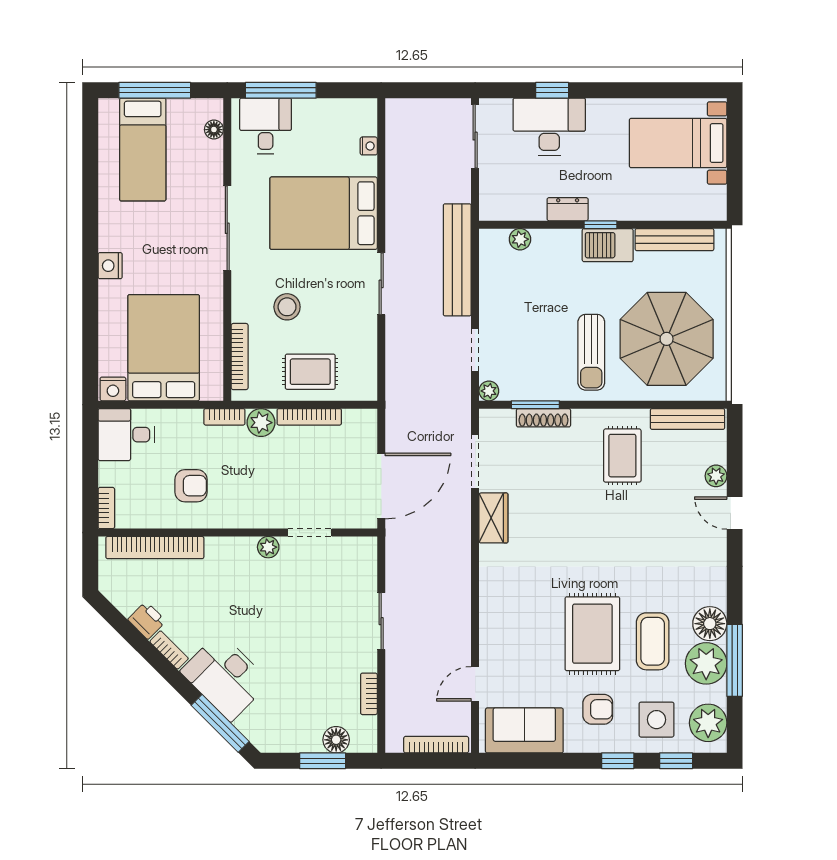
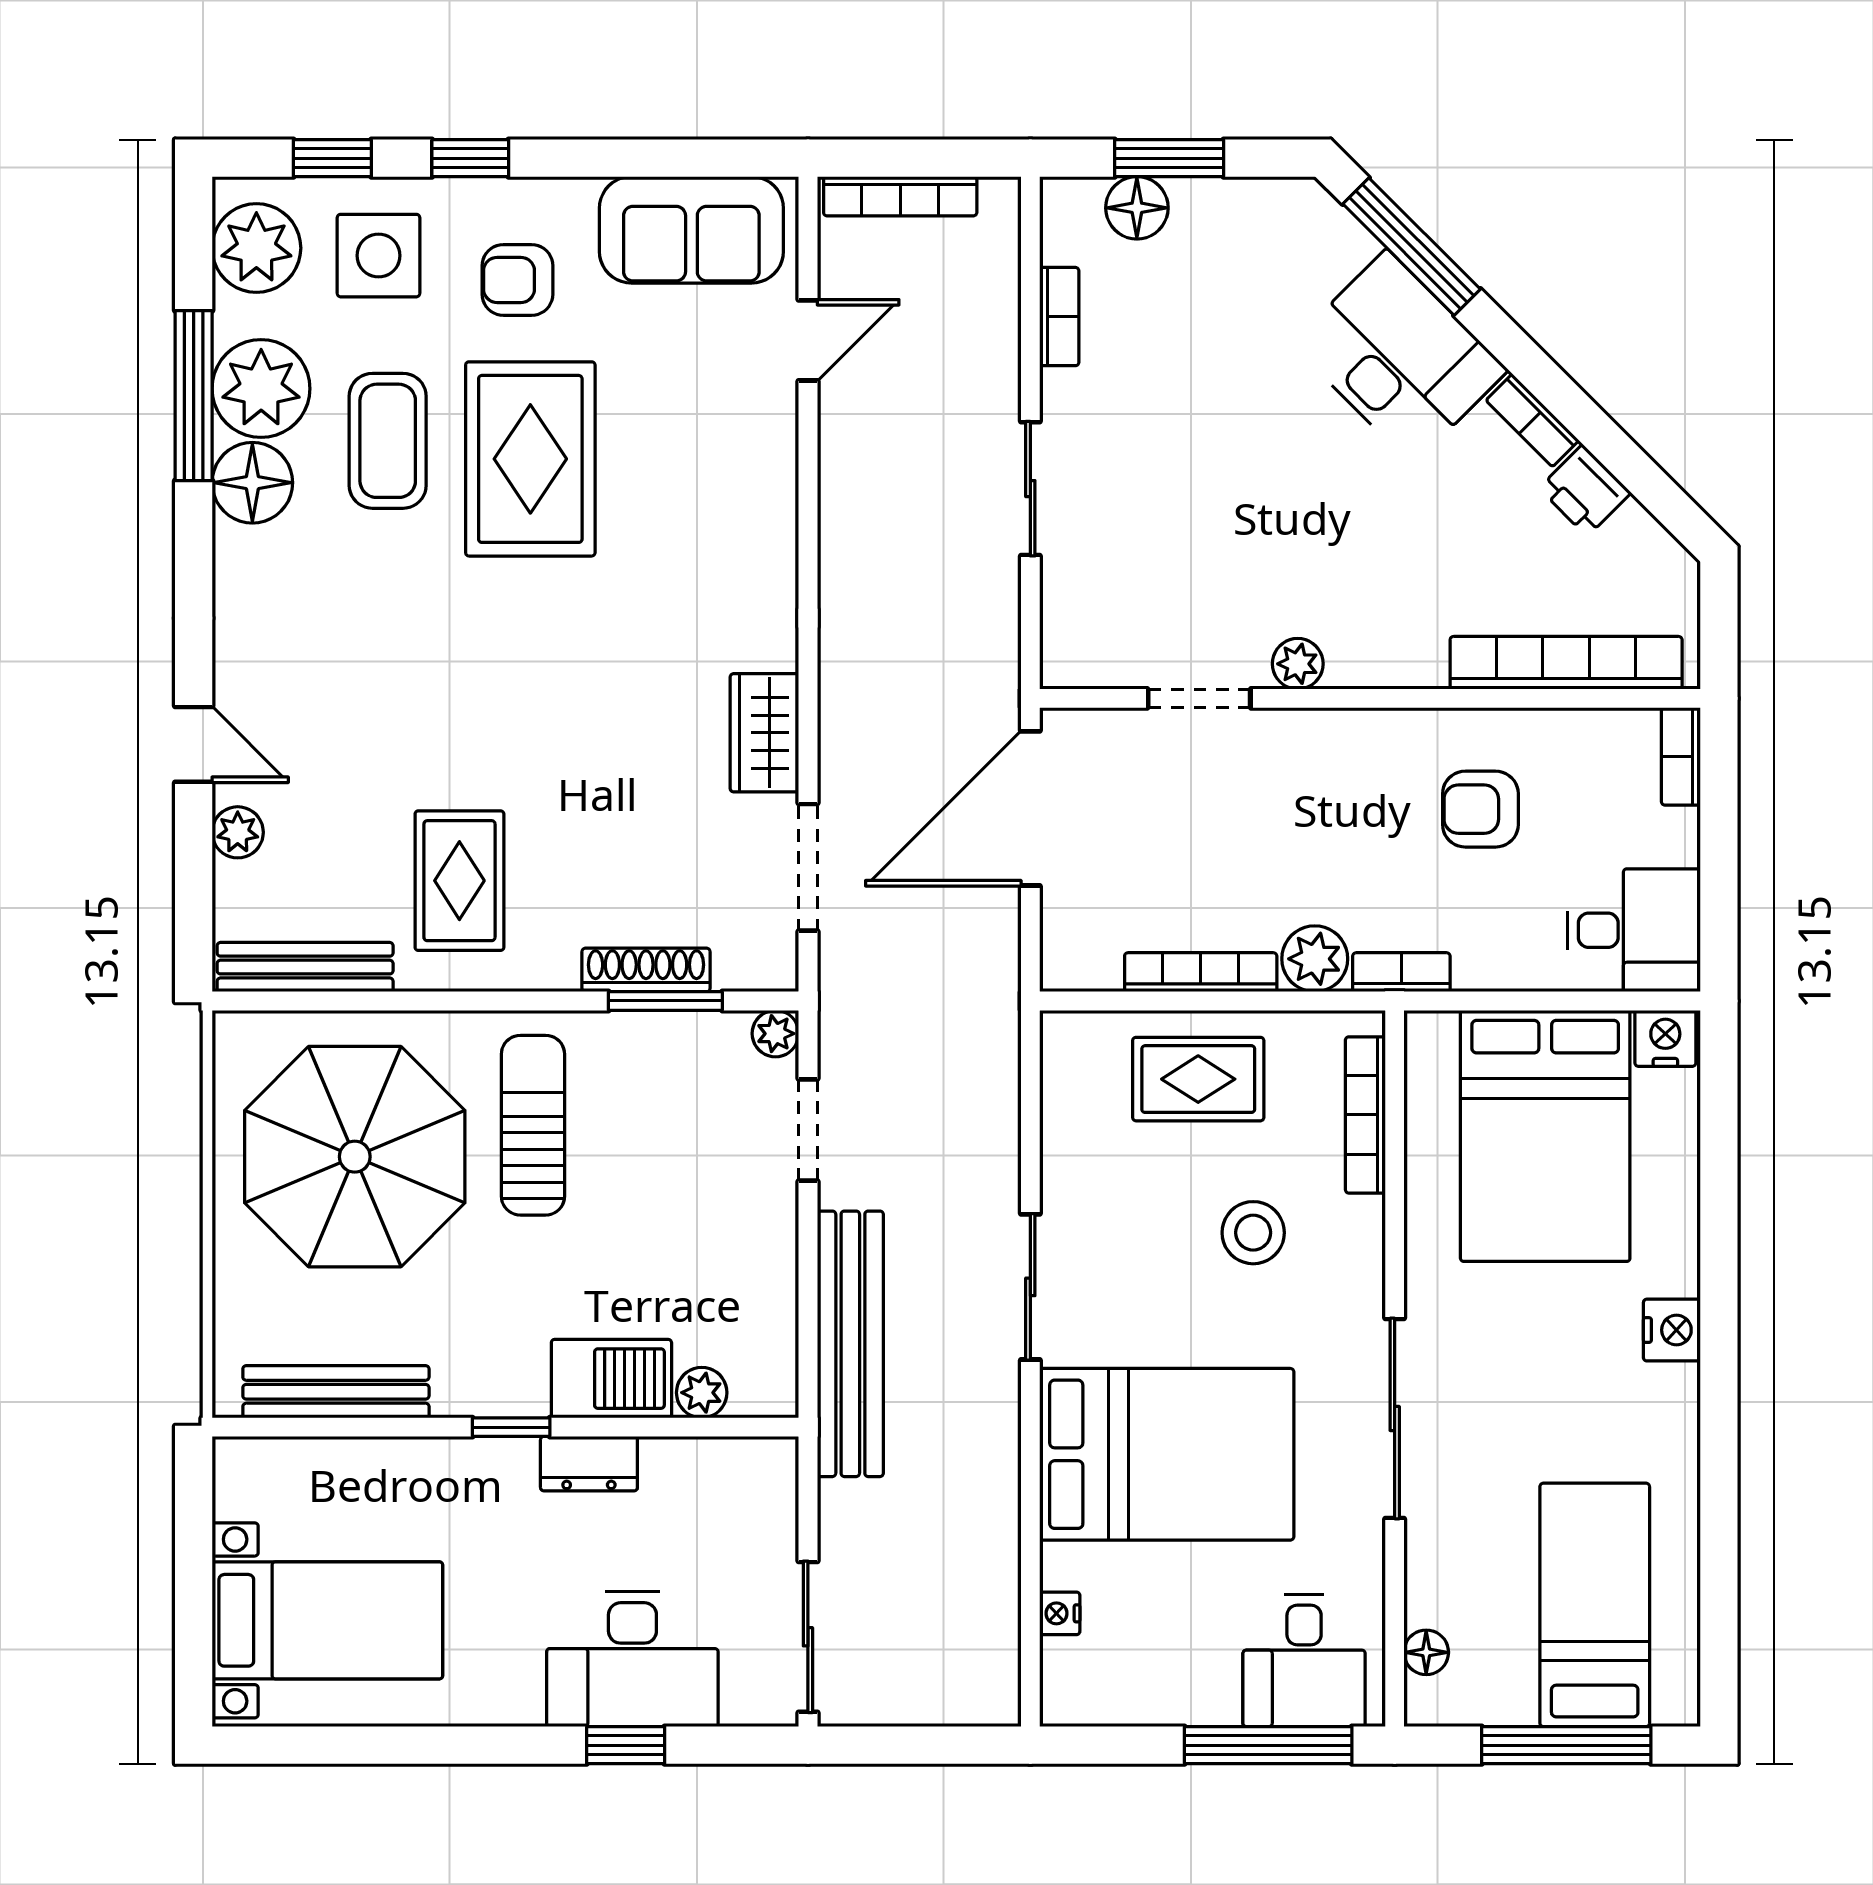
barbecue: (608, 245) -> (611, 1379), moved

